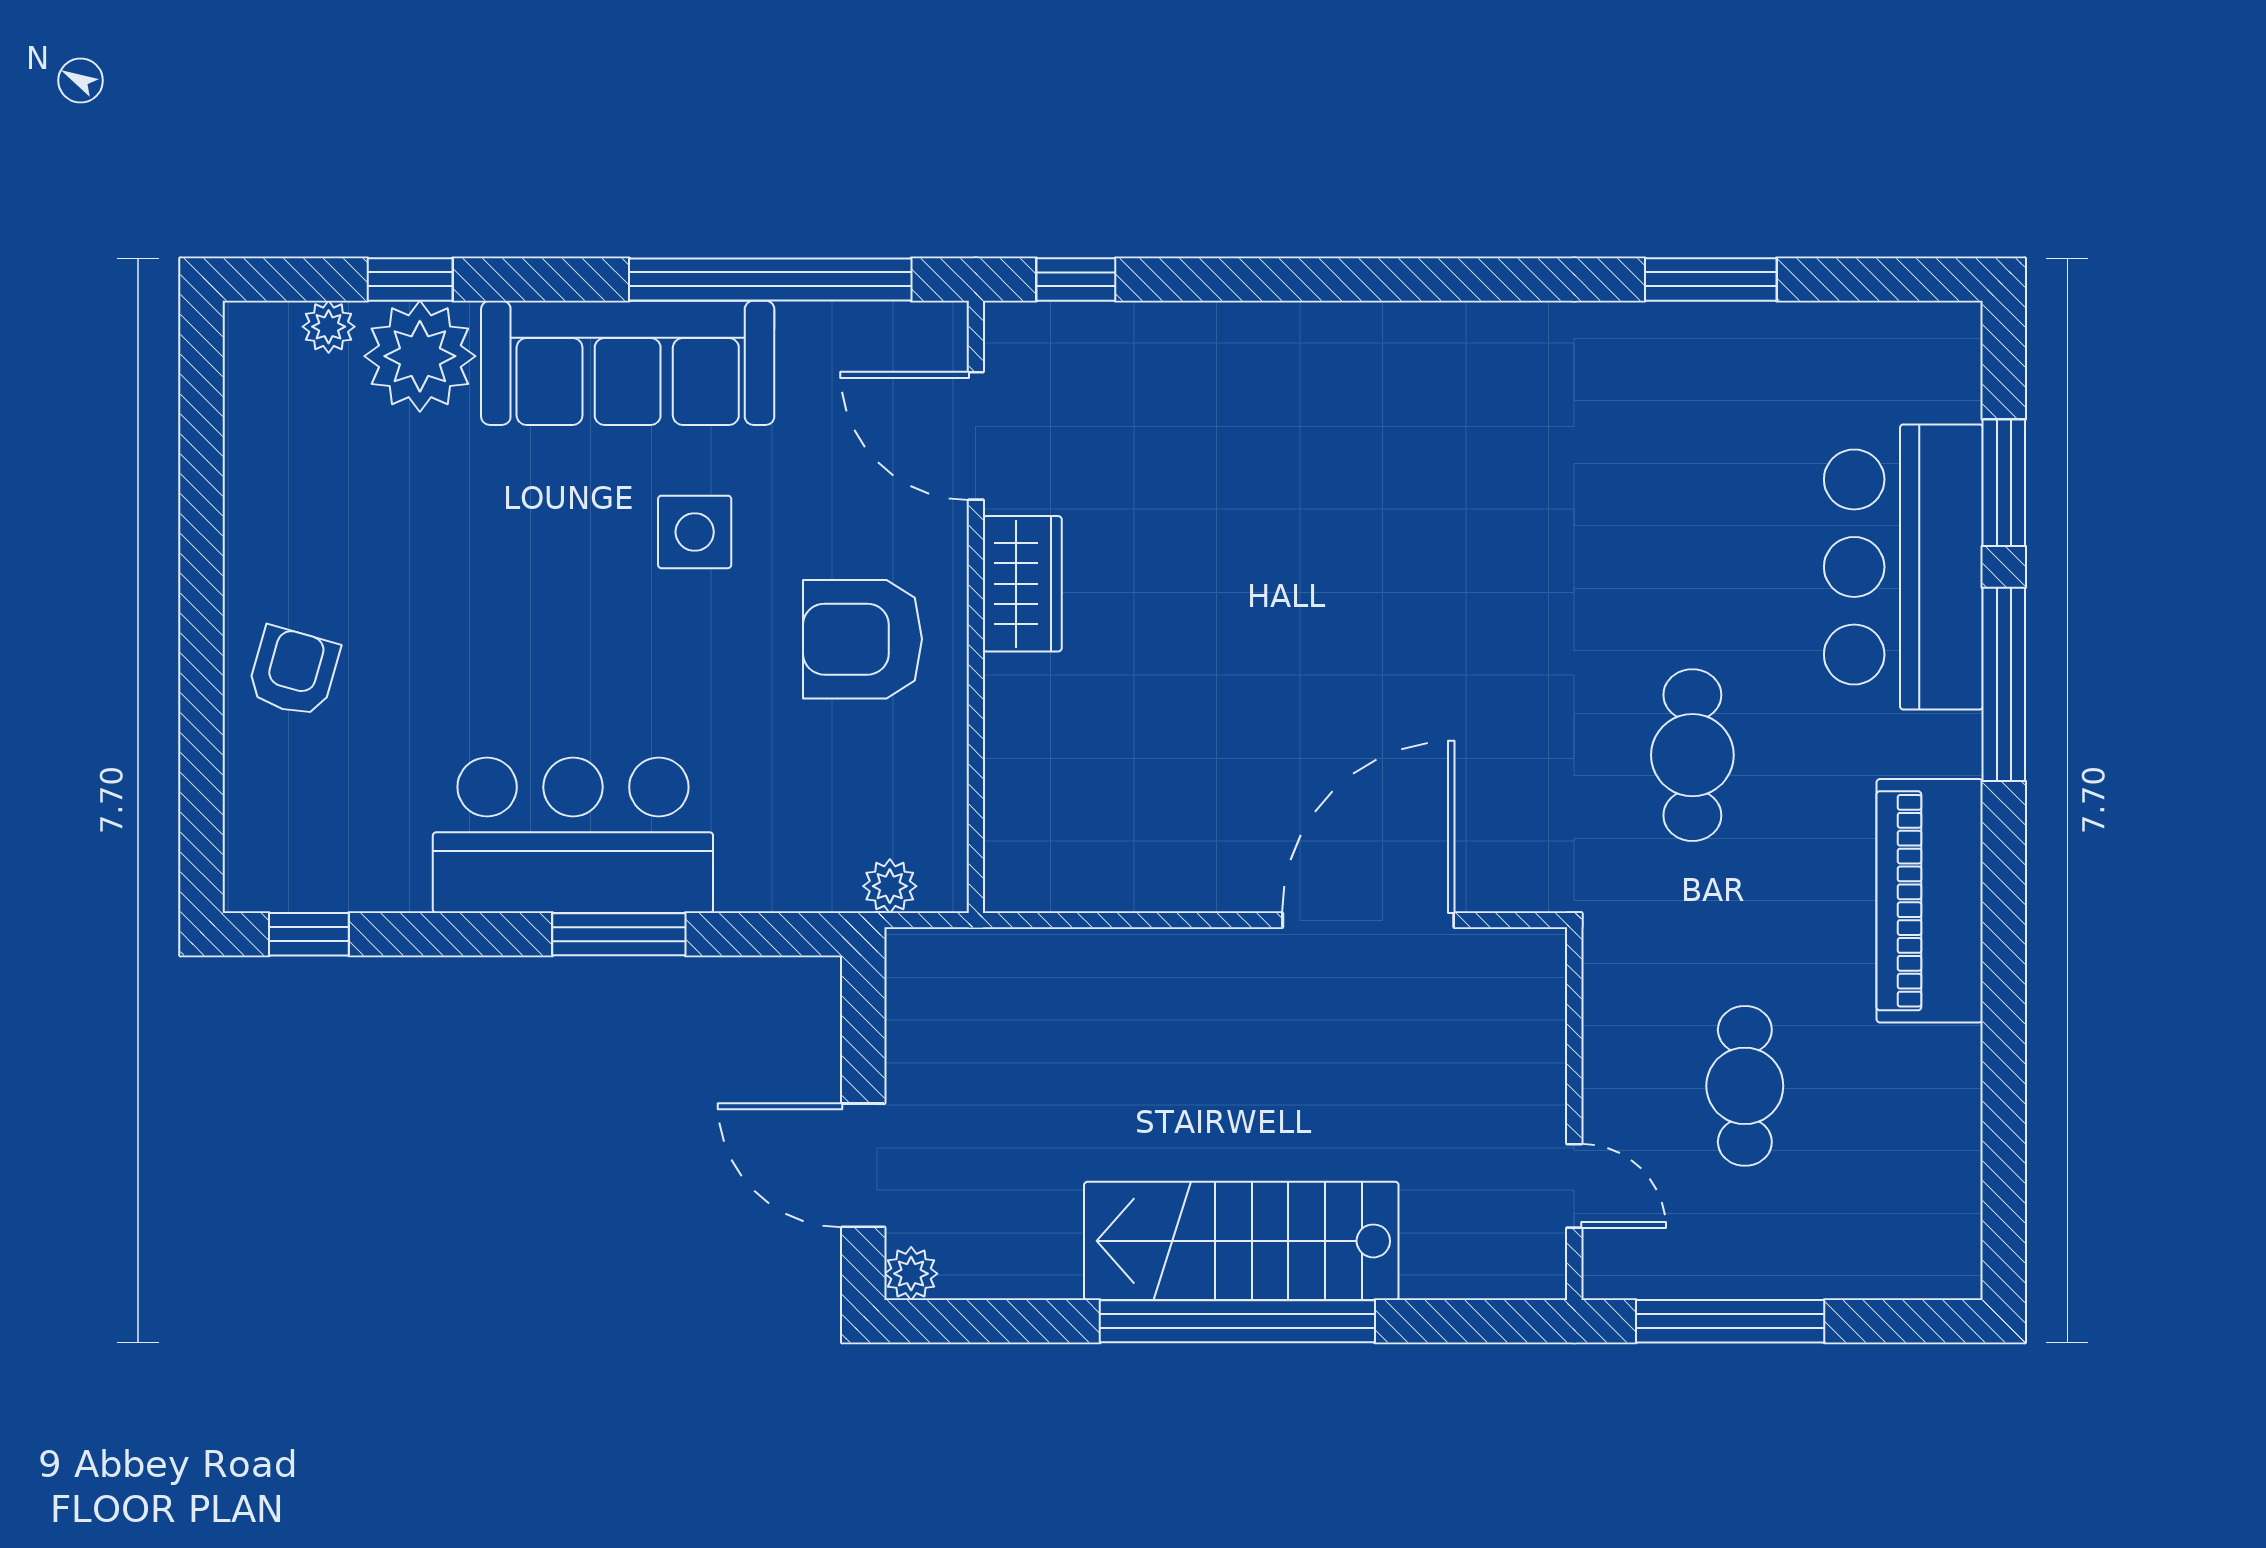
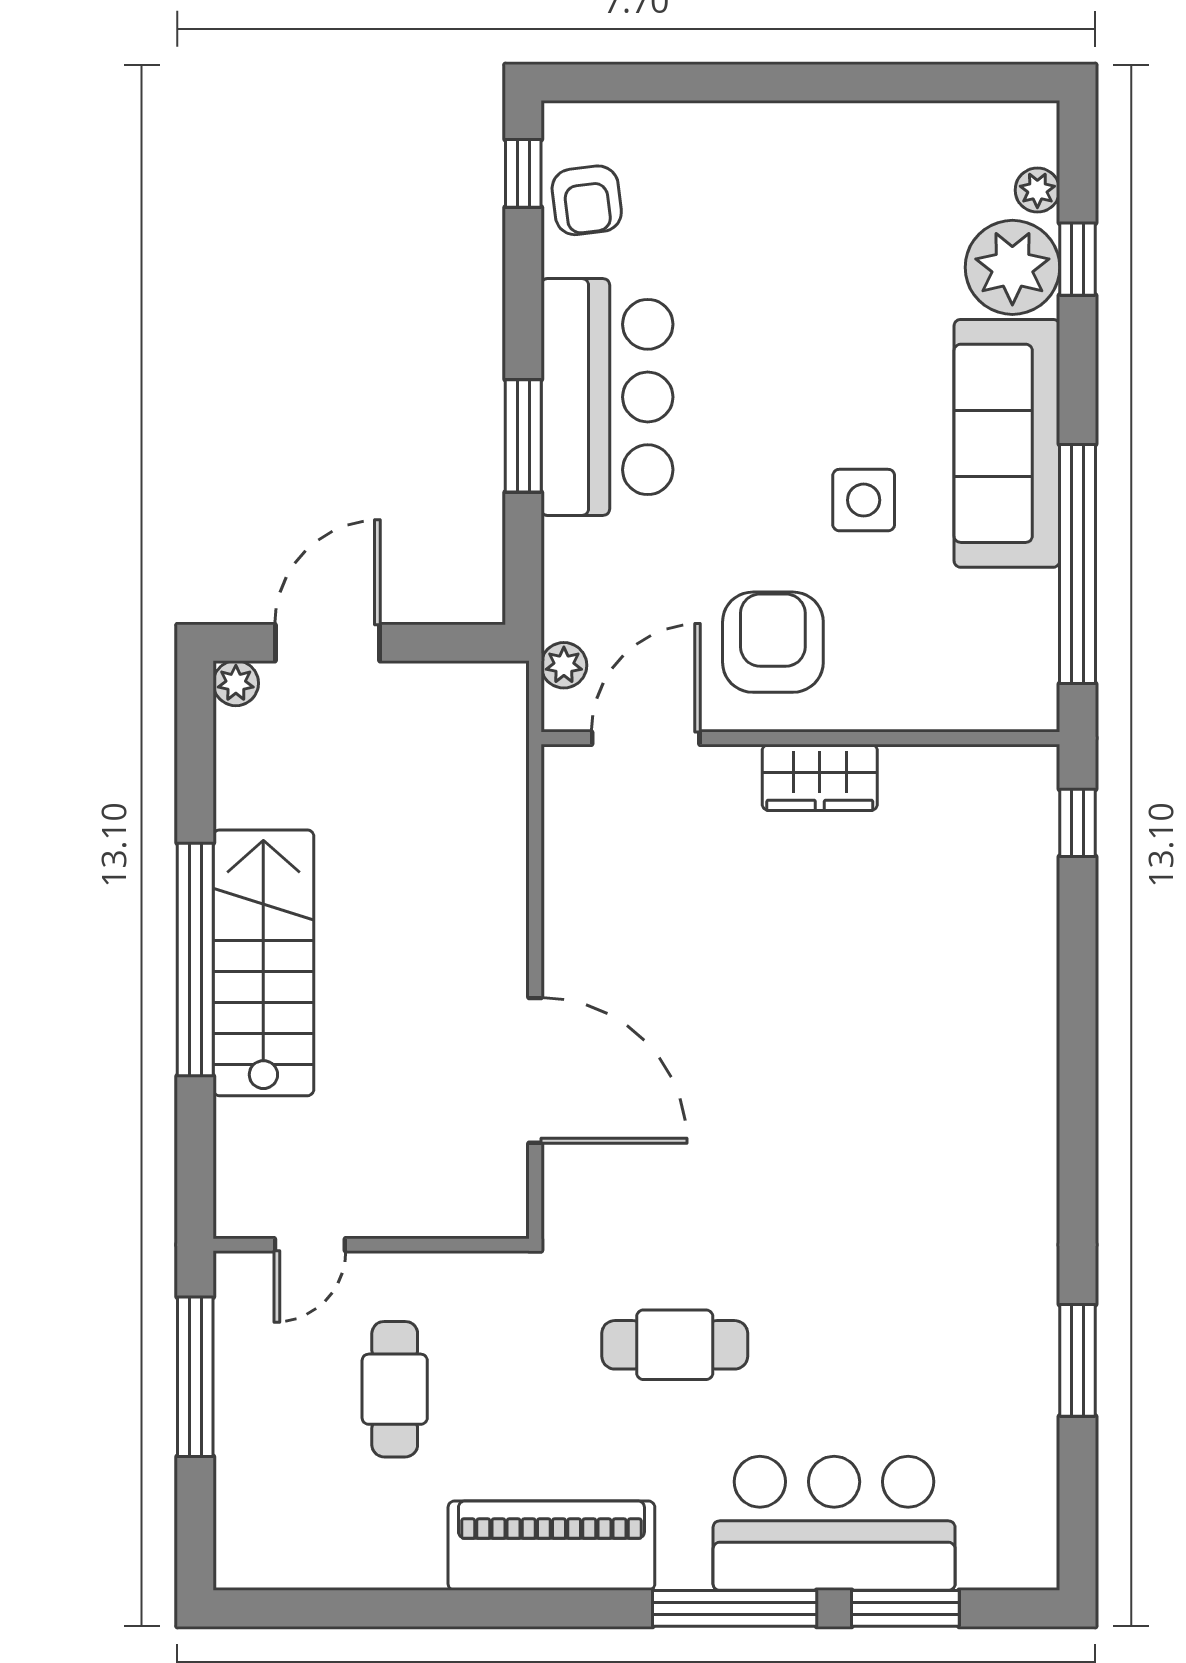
door: (976, 436) -> (646, 738), moved
armchair: (293, 672) -> (587, 200), moved, turned 67
cafe table: (1745, 1086) -> (395, 1389), turned 90

